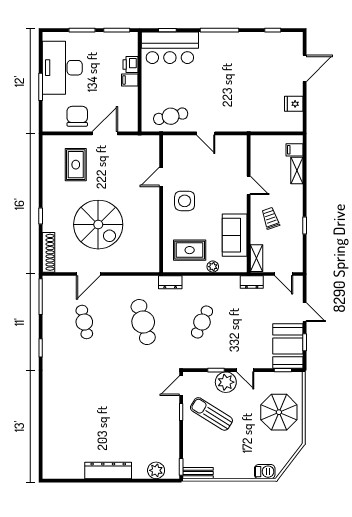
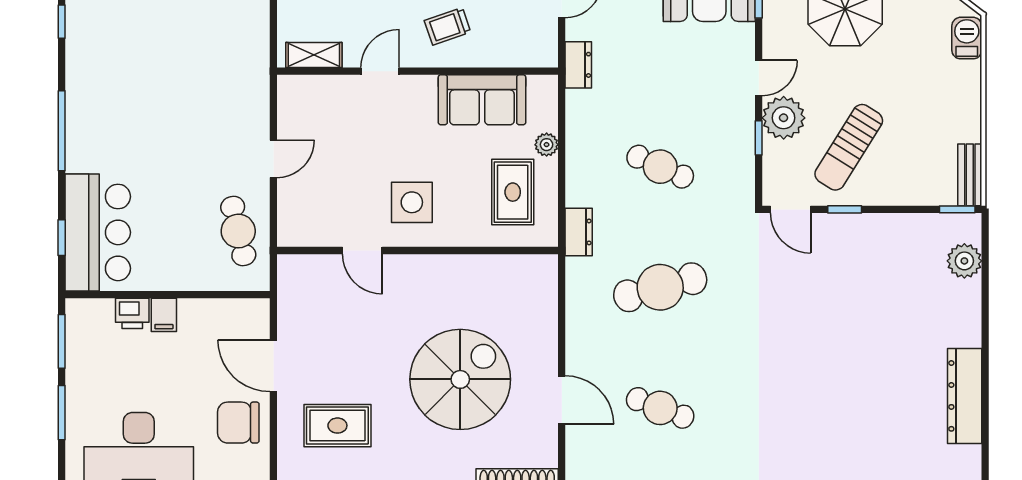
shelving: (256, 258) -> (314, 55), moved
cafe table: (84, 322) -> (660, 408), turned 33
dresser: (108, 471) -> (965, 396), moved

